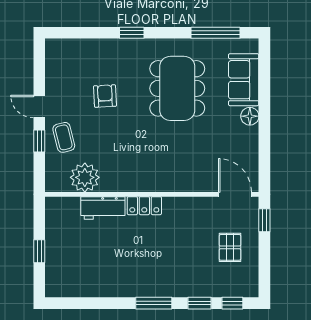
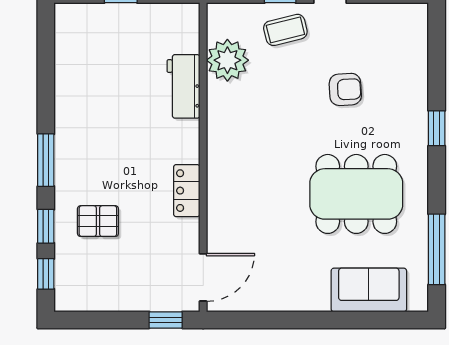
floor lamp: (250, 116) -> (316, 299), removed
locker: (144, 206) -> (187, 191), moved
pallet: (230, 247) -> (98, 221), moved

